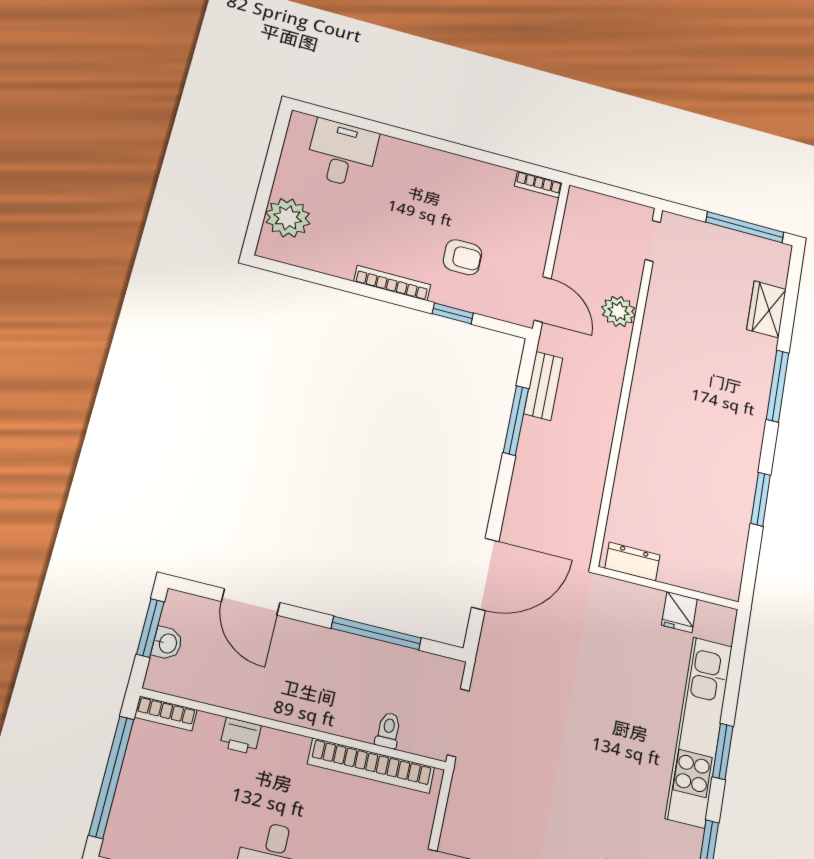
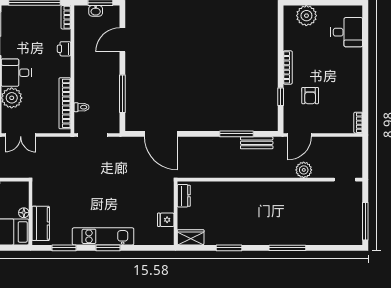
wardrobe: (767, 309) -> (191, 237), moved
kitchen unit: (699, 731) -> (103, 236), width x0.73

